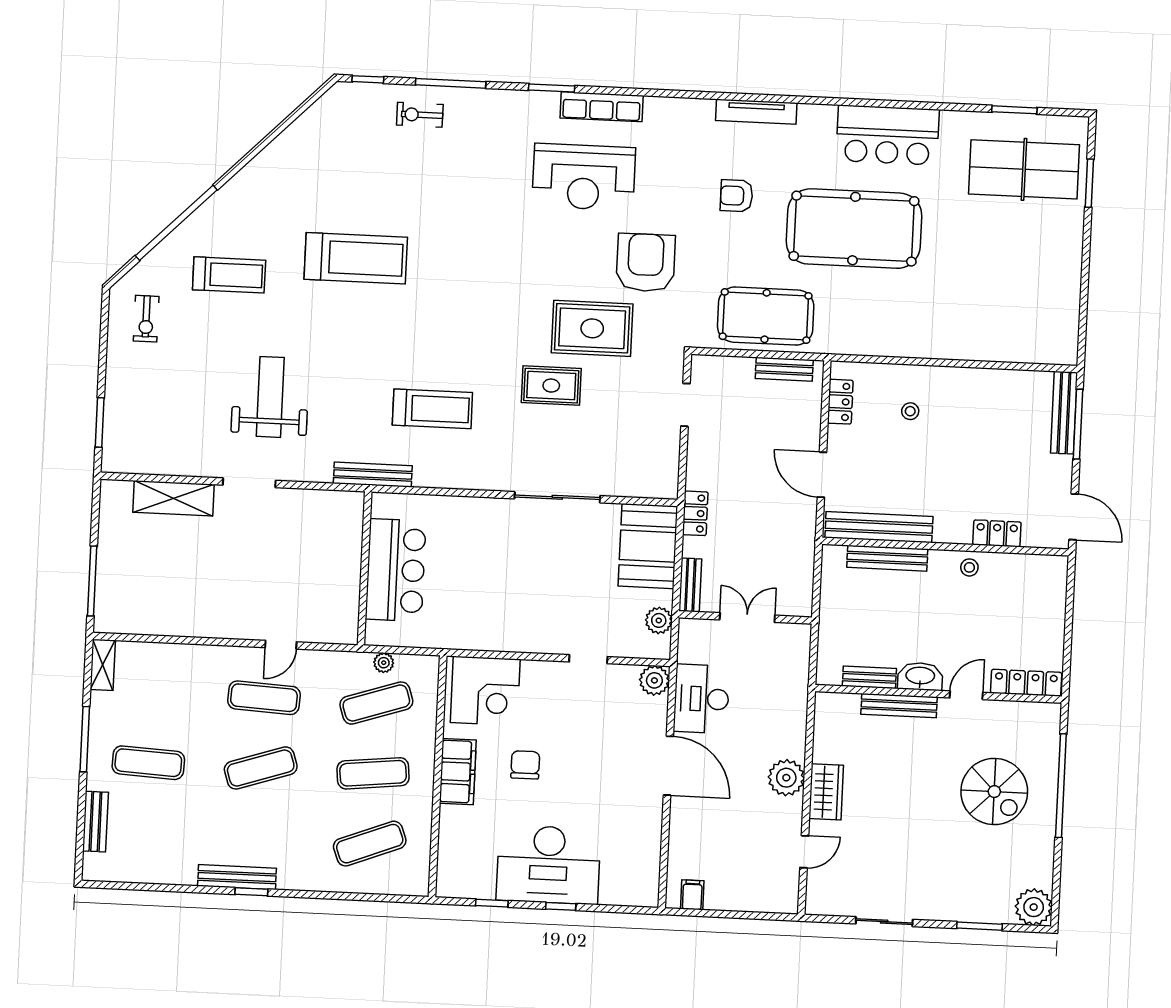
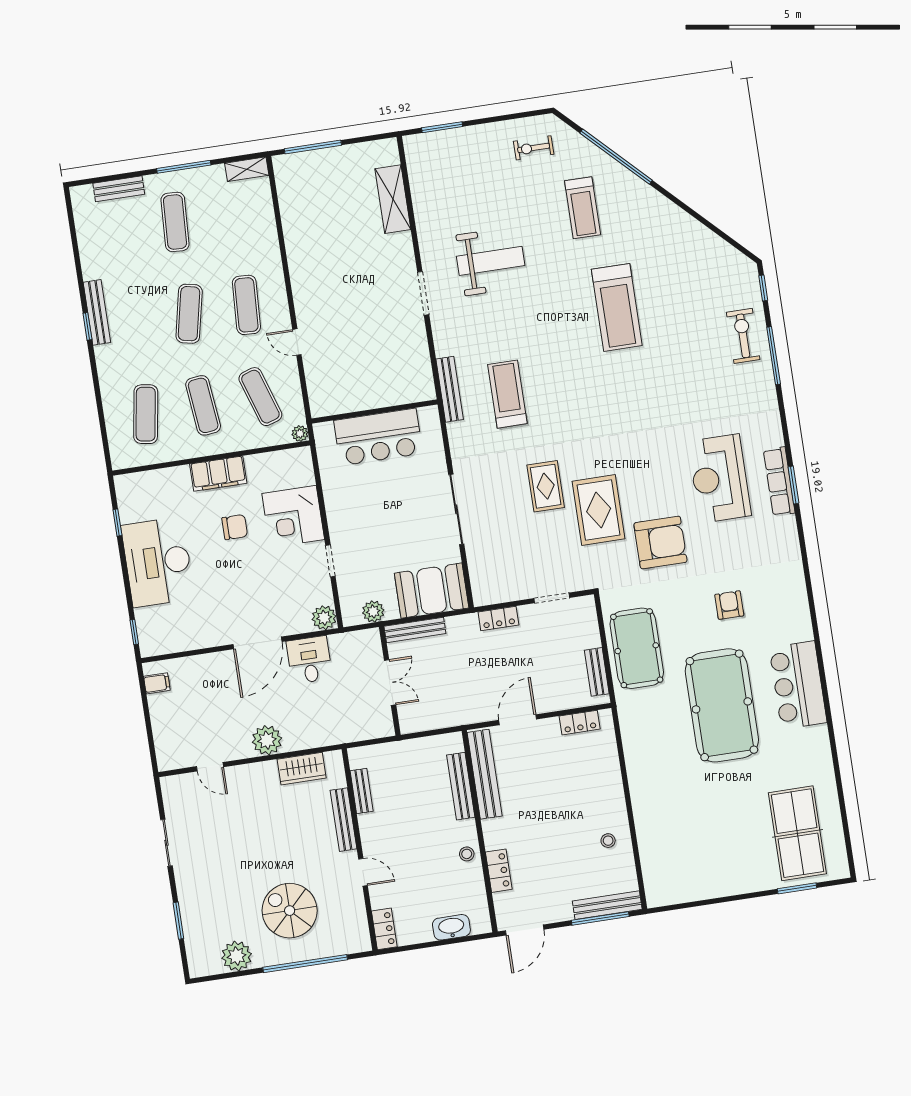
window: (552, 88) -> (793, 485), moved
window: (1014, 110) -> (844, 816), removed
tv unit: (756, 112) -> (800, 607), removed
exercise bike: (420, 115) -> (743, 336), width x1.38, depth x1.39
bar counter: (888, 135) -> (798, 685), moved
treadmill: (432, 409) -> (507, 394), turned 180
stool: (910, 411) -> (608, 841), moved
bench: (373, 475) -> (450, 389), moved
doorway: (249, 483) -> (423, 293), moved
locker: (695, 513) -> (498, 618), moved
wall: (365, 568) -> (374, 412), moved
bar counter: (396, 570) -> (378, 437), moved
bench: (690, 585) -> (415, 630), width x1.36
door: (281, 645) -> (297, 342), moved
plant: (384, 663) -> (300, 434), moved
washbasin: (920, 676) -> (451, 927), moved, turned -90
locker: (1026, 683) -> (384, 929), width x0.66
corner desk: (485, 691) -> (293, 517), moved
desk: (701, 699) -> (309, 660), width x0.73
exercise mat: (261, 768) -> (189, 314), turned 30
wardrobe: (826, 792) -> (302, 769), moved
spiral stairs: (994, 792) -> (290, 911), turned 90
exercise mat: (370, 844) -> (146, 414), turned 30
window: (561, 906) -> (134, 632), moved
plant: (1034, 907) -> (237, 956), moved

